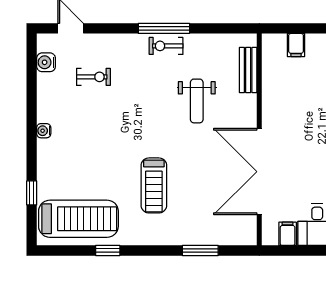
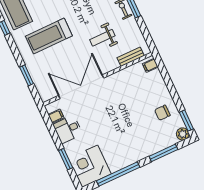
filing cabinet: (296, 45) -> (150, 65), moved
treadmill: (154, 185) -> (49, 36), width x1.37, depth x1.38

